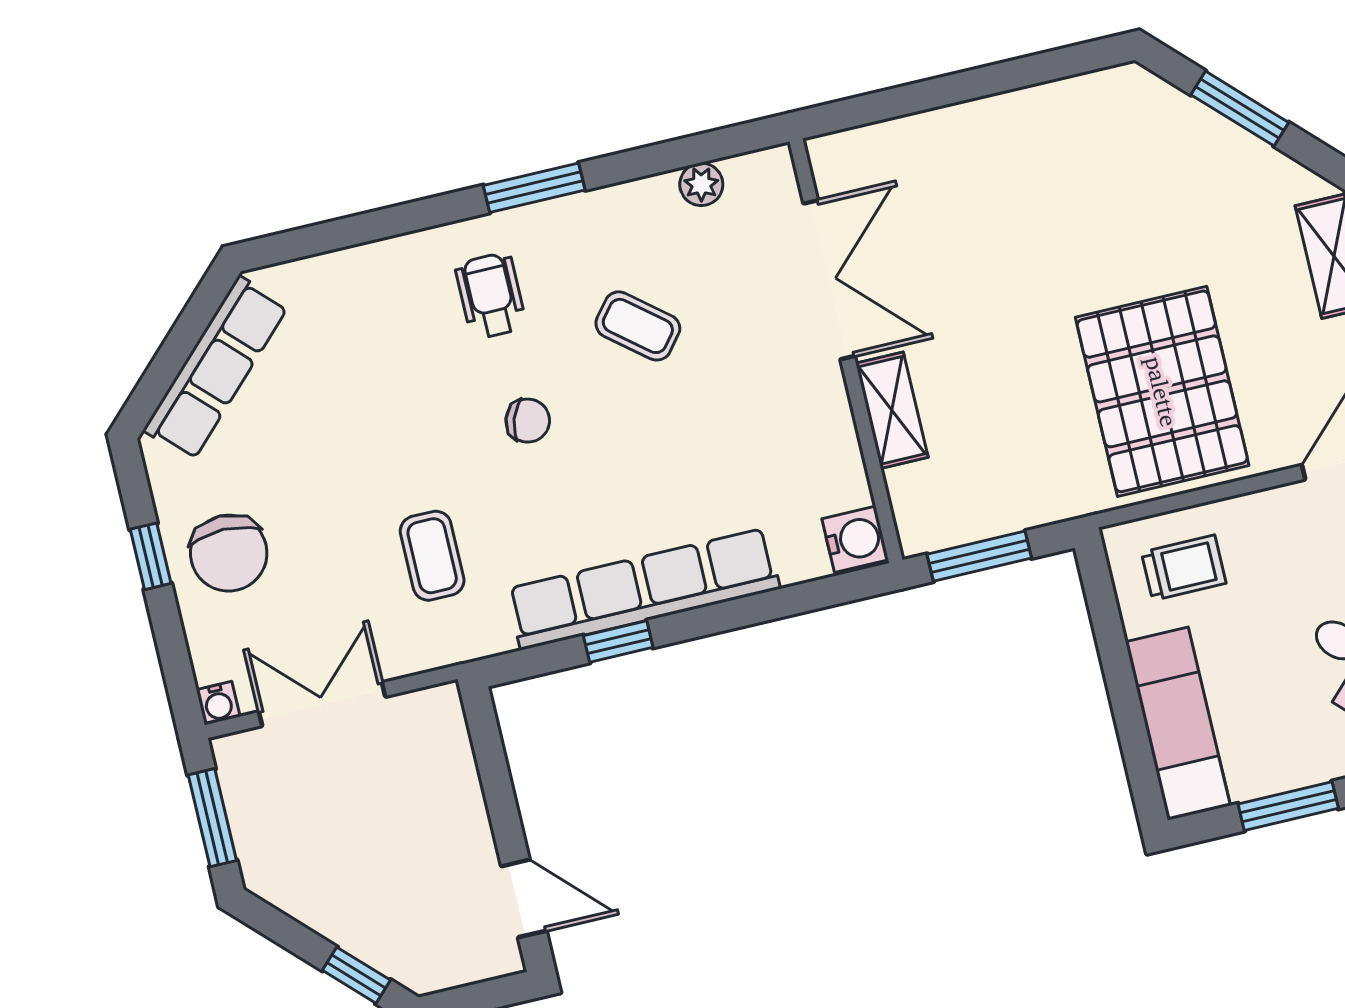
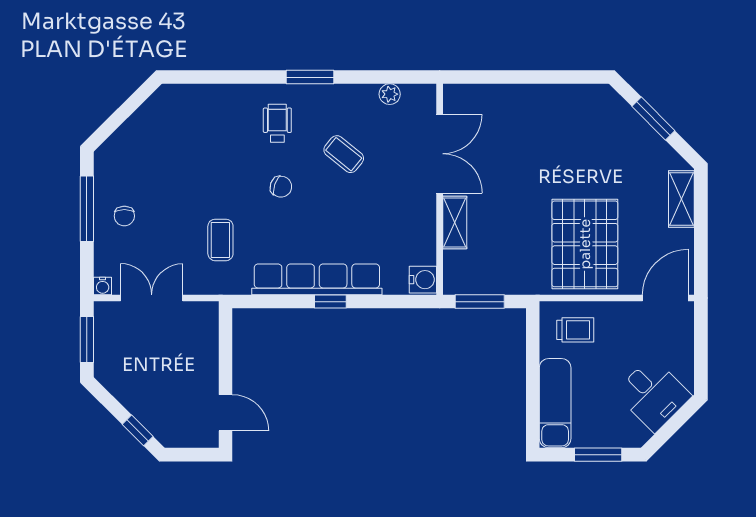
row of seats: (216, 368) -> (139, 127), removed
chair: (229, 553) -> (124, 216), width x0.54, depth x0.54
window: (151, 556) -> (87, 209), width x2.17
window: (618, 642) -> (330, 302), moved

